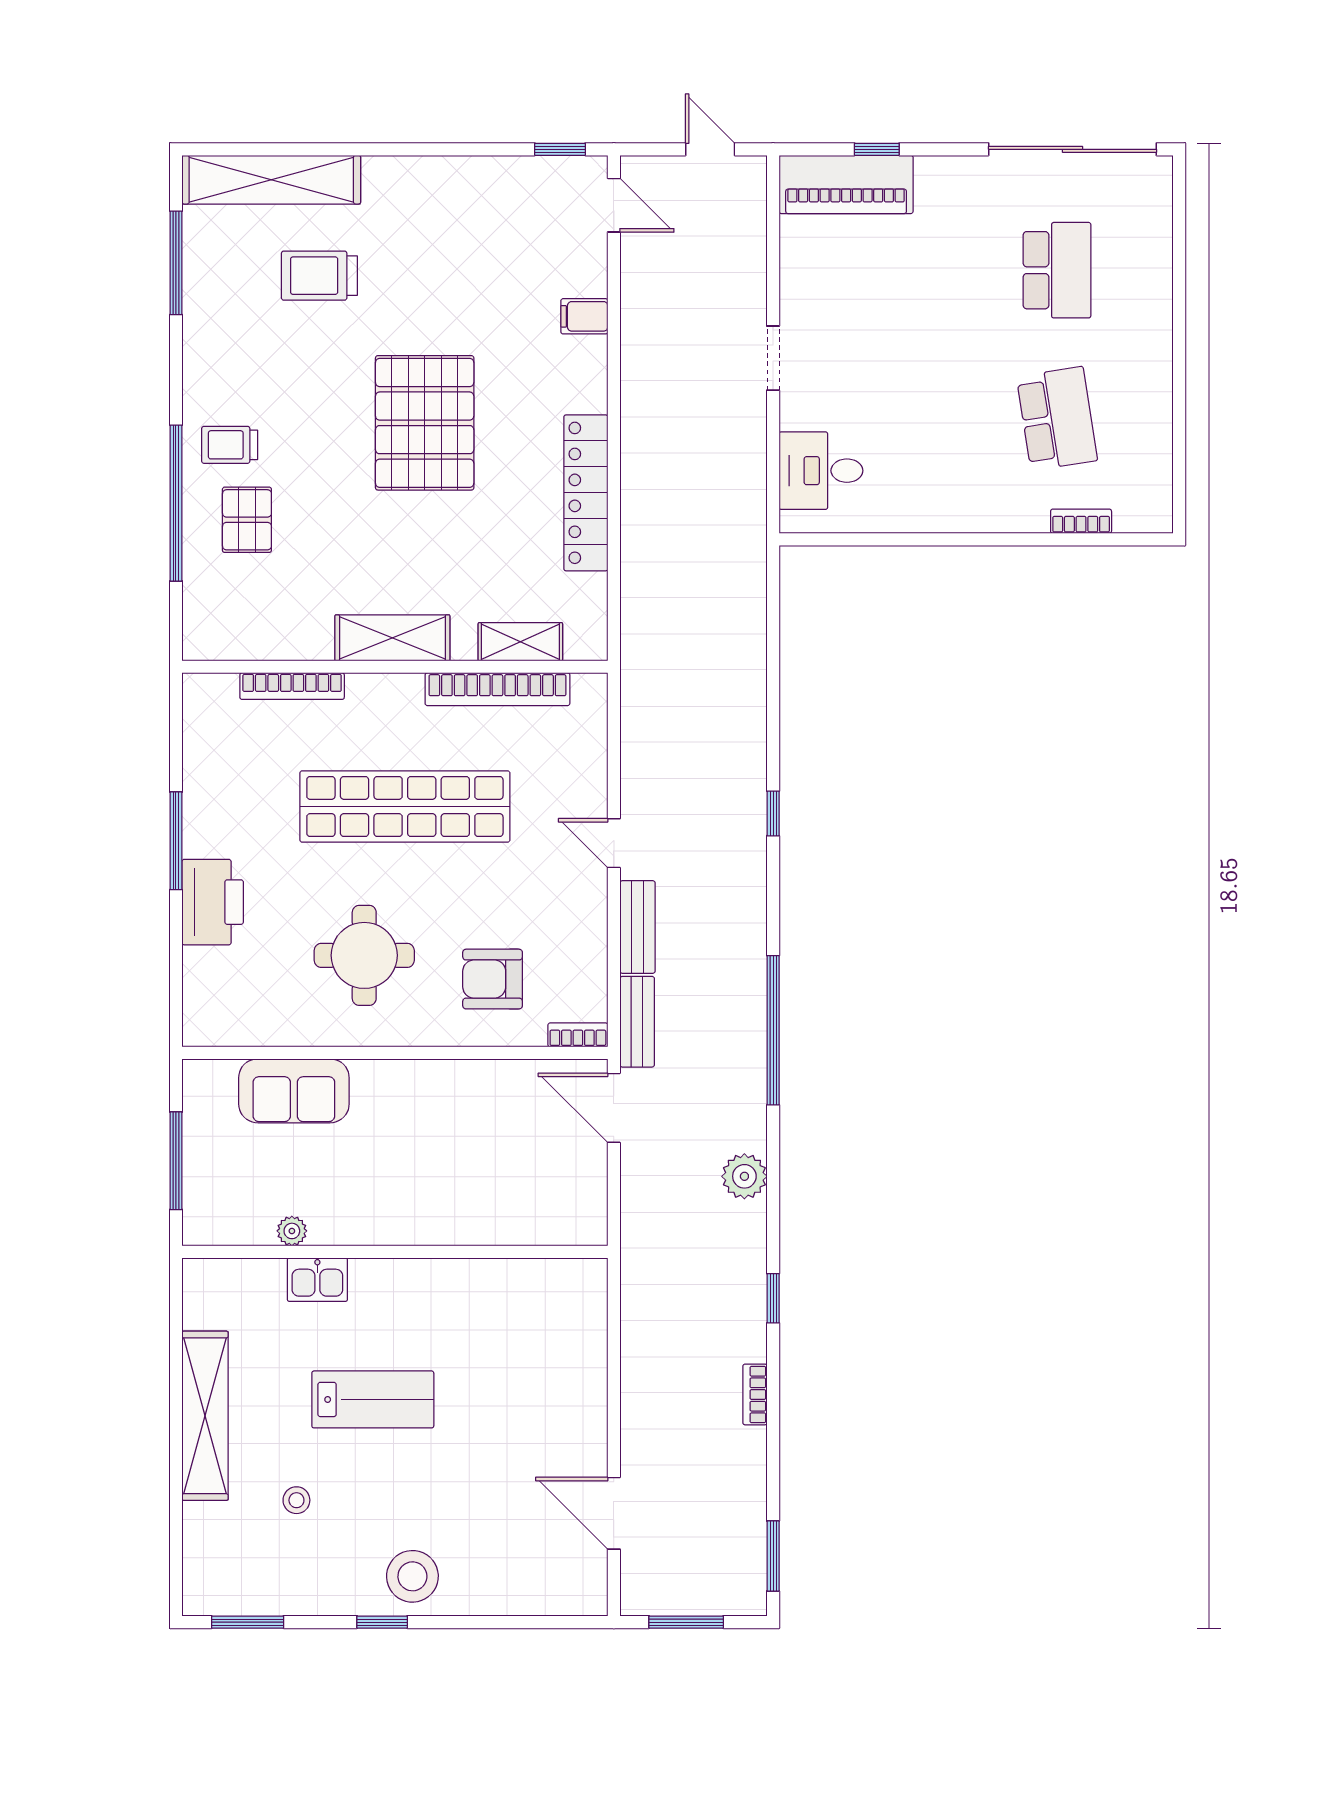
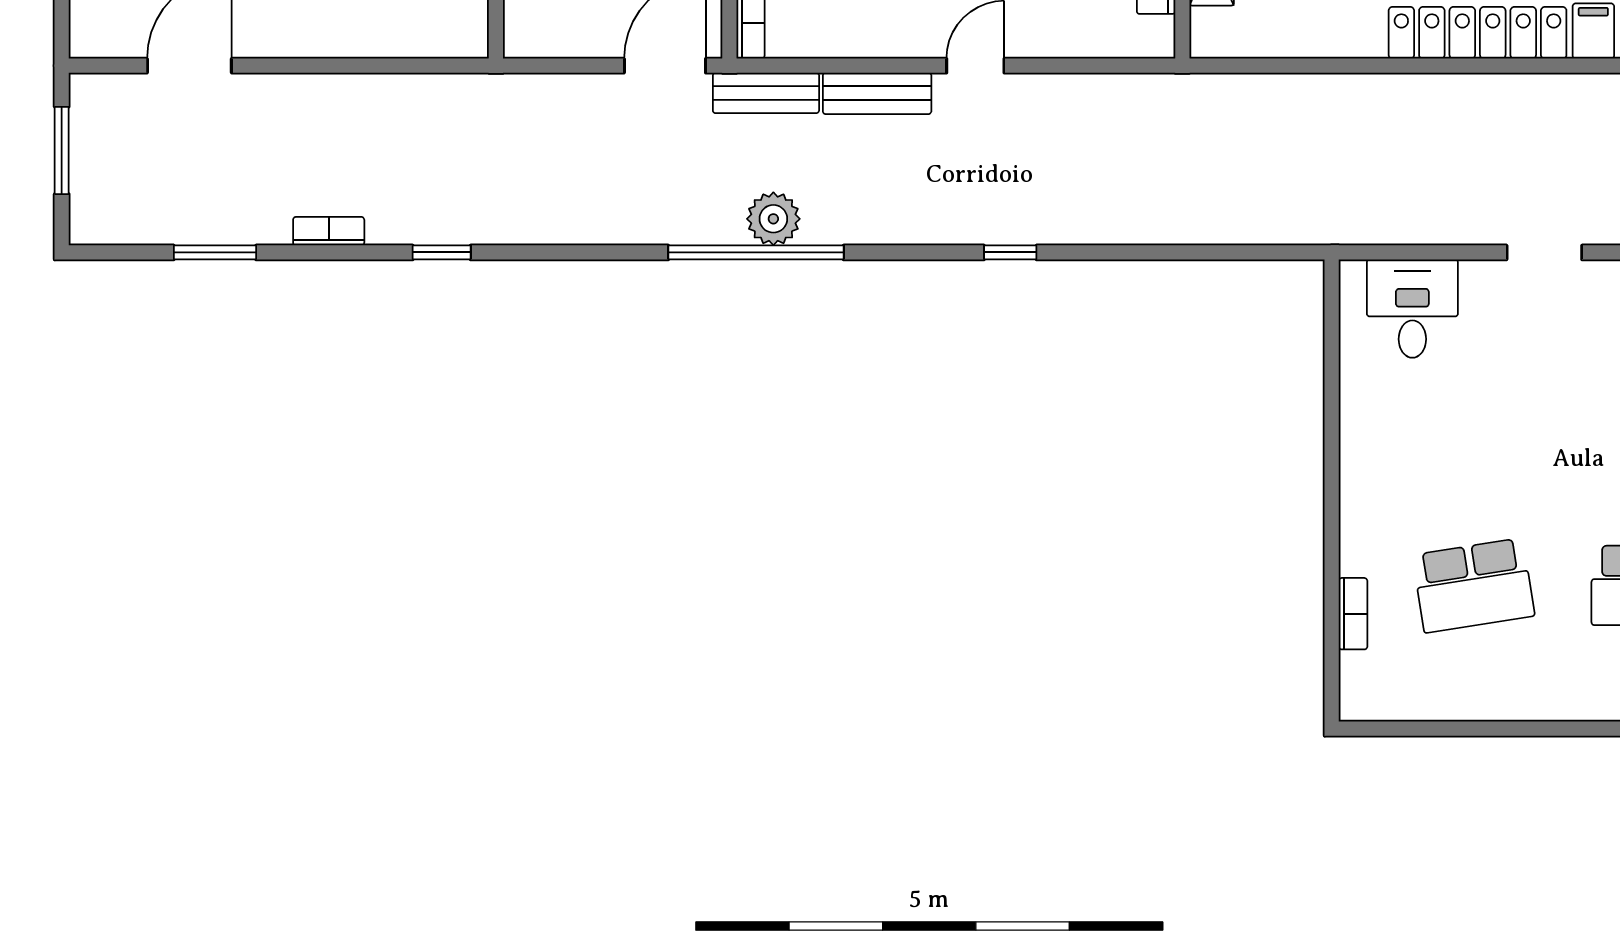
locker: (586, 493) -> (1478, 33), moved
plant: (744, 1176) -> (773, 219), moved
window: (773, 1556) -> (215, 252), moved

